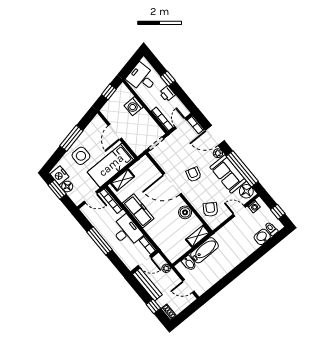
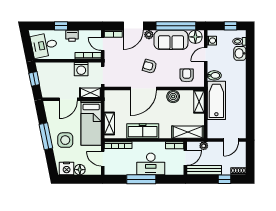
washing machine: (134, 106) -> (81, 69), moved
door: (115, 132) -> (68, 99), hinge flipped
shelving: (134, 145) -> (90, 93), added
window: (57, 189) -> (76, 179), removed
door: (91, 197) -> (103, 159), swing flipped
armchair: (210, 209) -> (187, 75), turned 57
desk: (126, 231) -> (151, 164), moved, turned 180
shelving: (167, 247) -> (188, 132), added
bathtub: (204, 250) -> (216, 100), width x1.36, depth x1.36
bidet: (189, 263) -> (214, 75), moved

